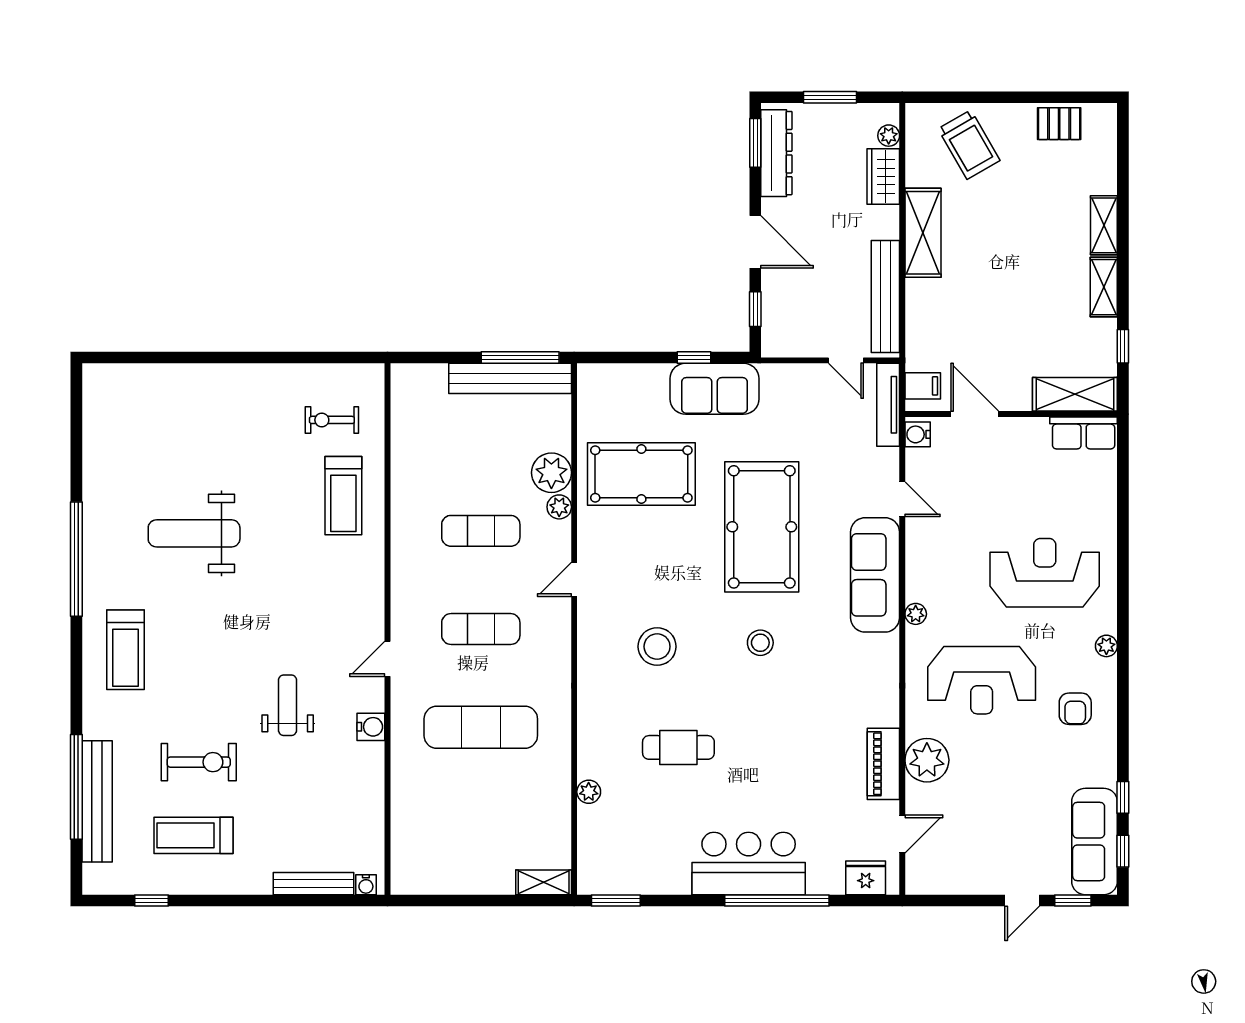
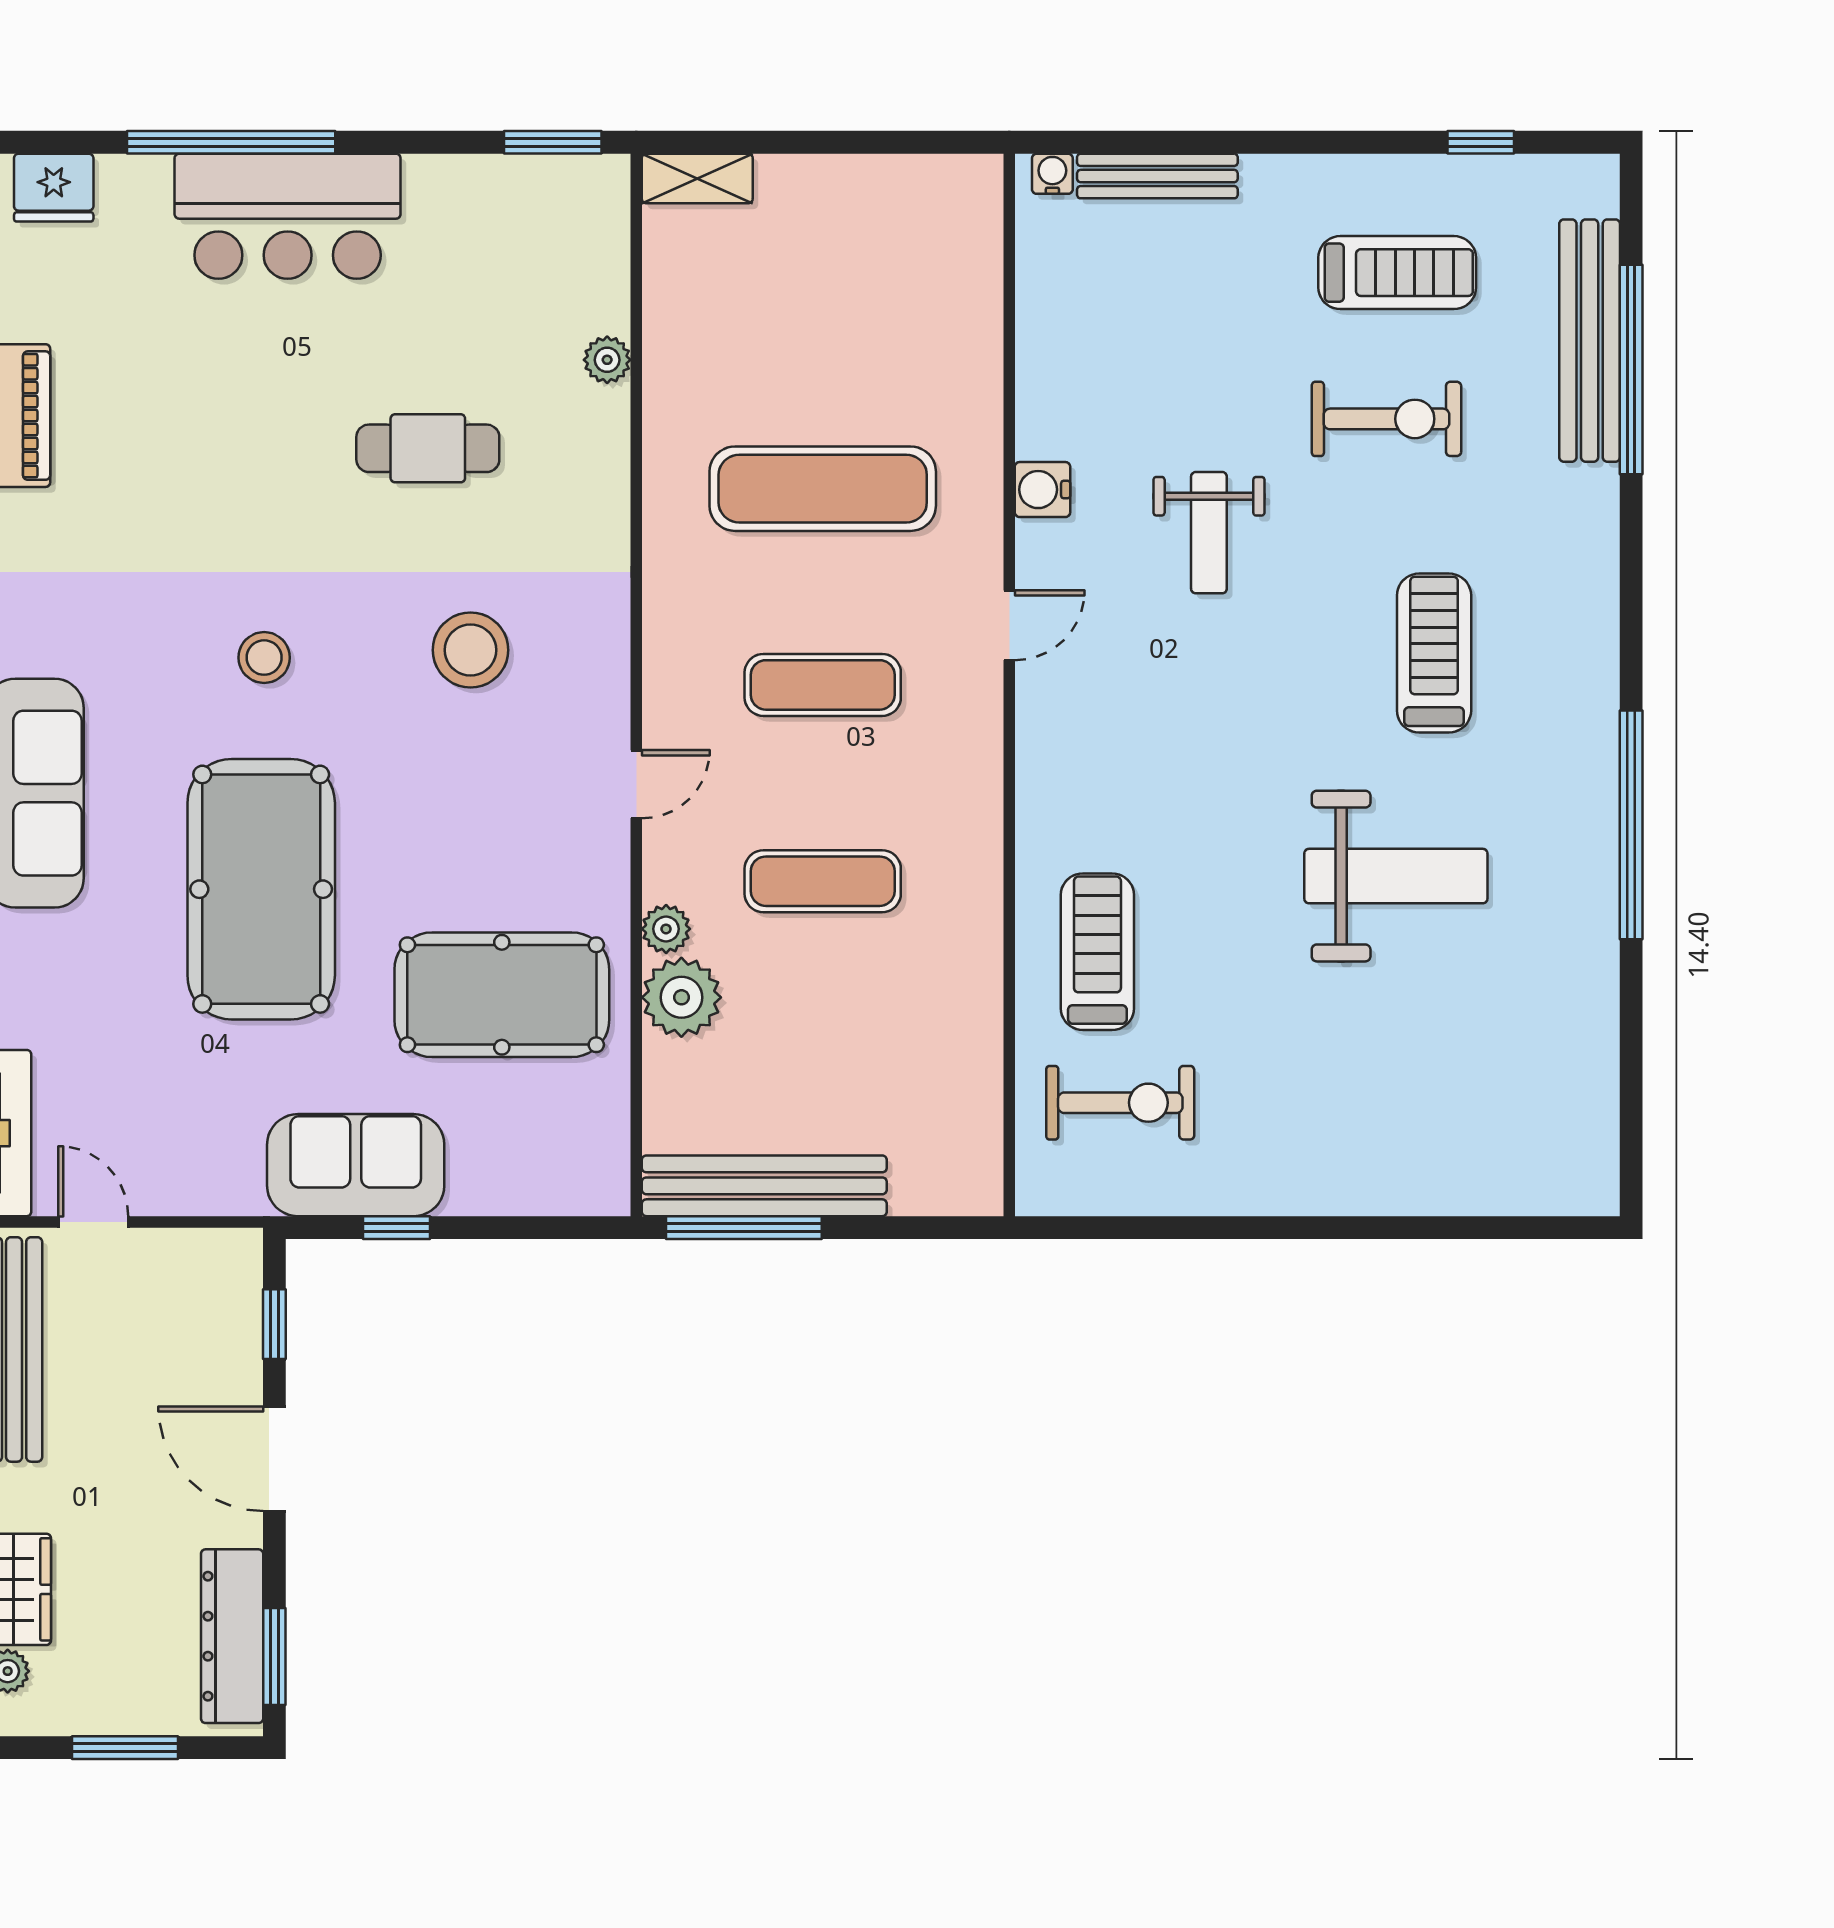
exercise bike: (332, 420) -> (1120, 1103), width x1.38, depth x1.39
treadmill: (126, 650) -> (1434, 653), moved
exercise bike: (199, 762) -> (1386, 419), turned 180

